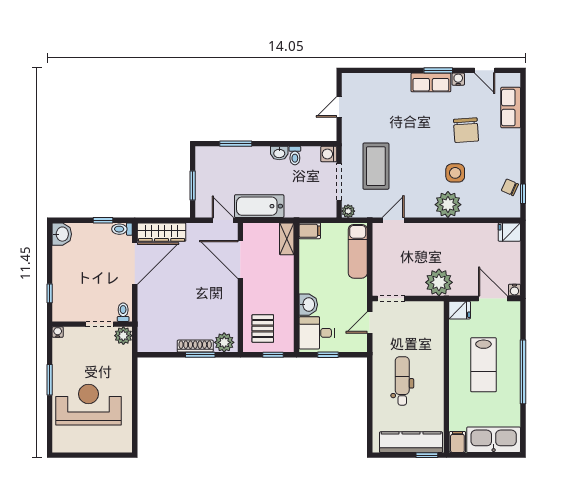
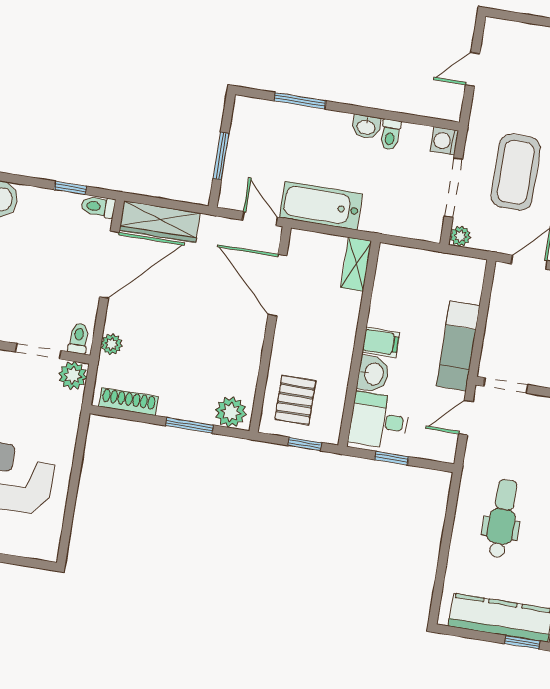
filing cabinet: (310, 231) -> (381, 342), moved
exam couch: (358, 251) -> (458, 346), moved
plant: (144, 312) -> (112, 344), added
shoe rack: (195, 346) -> (128, 402), moved

